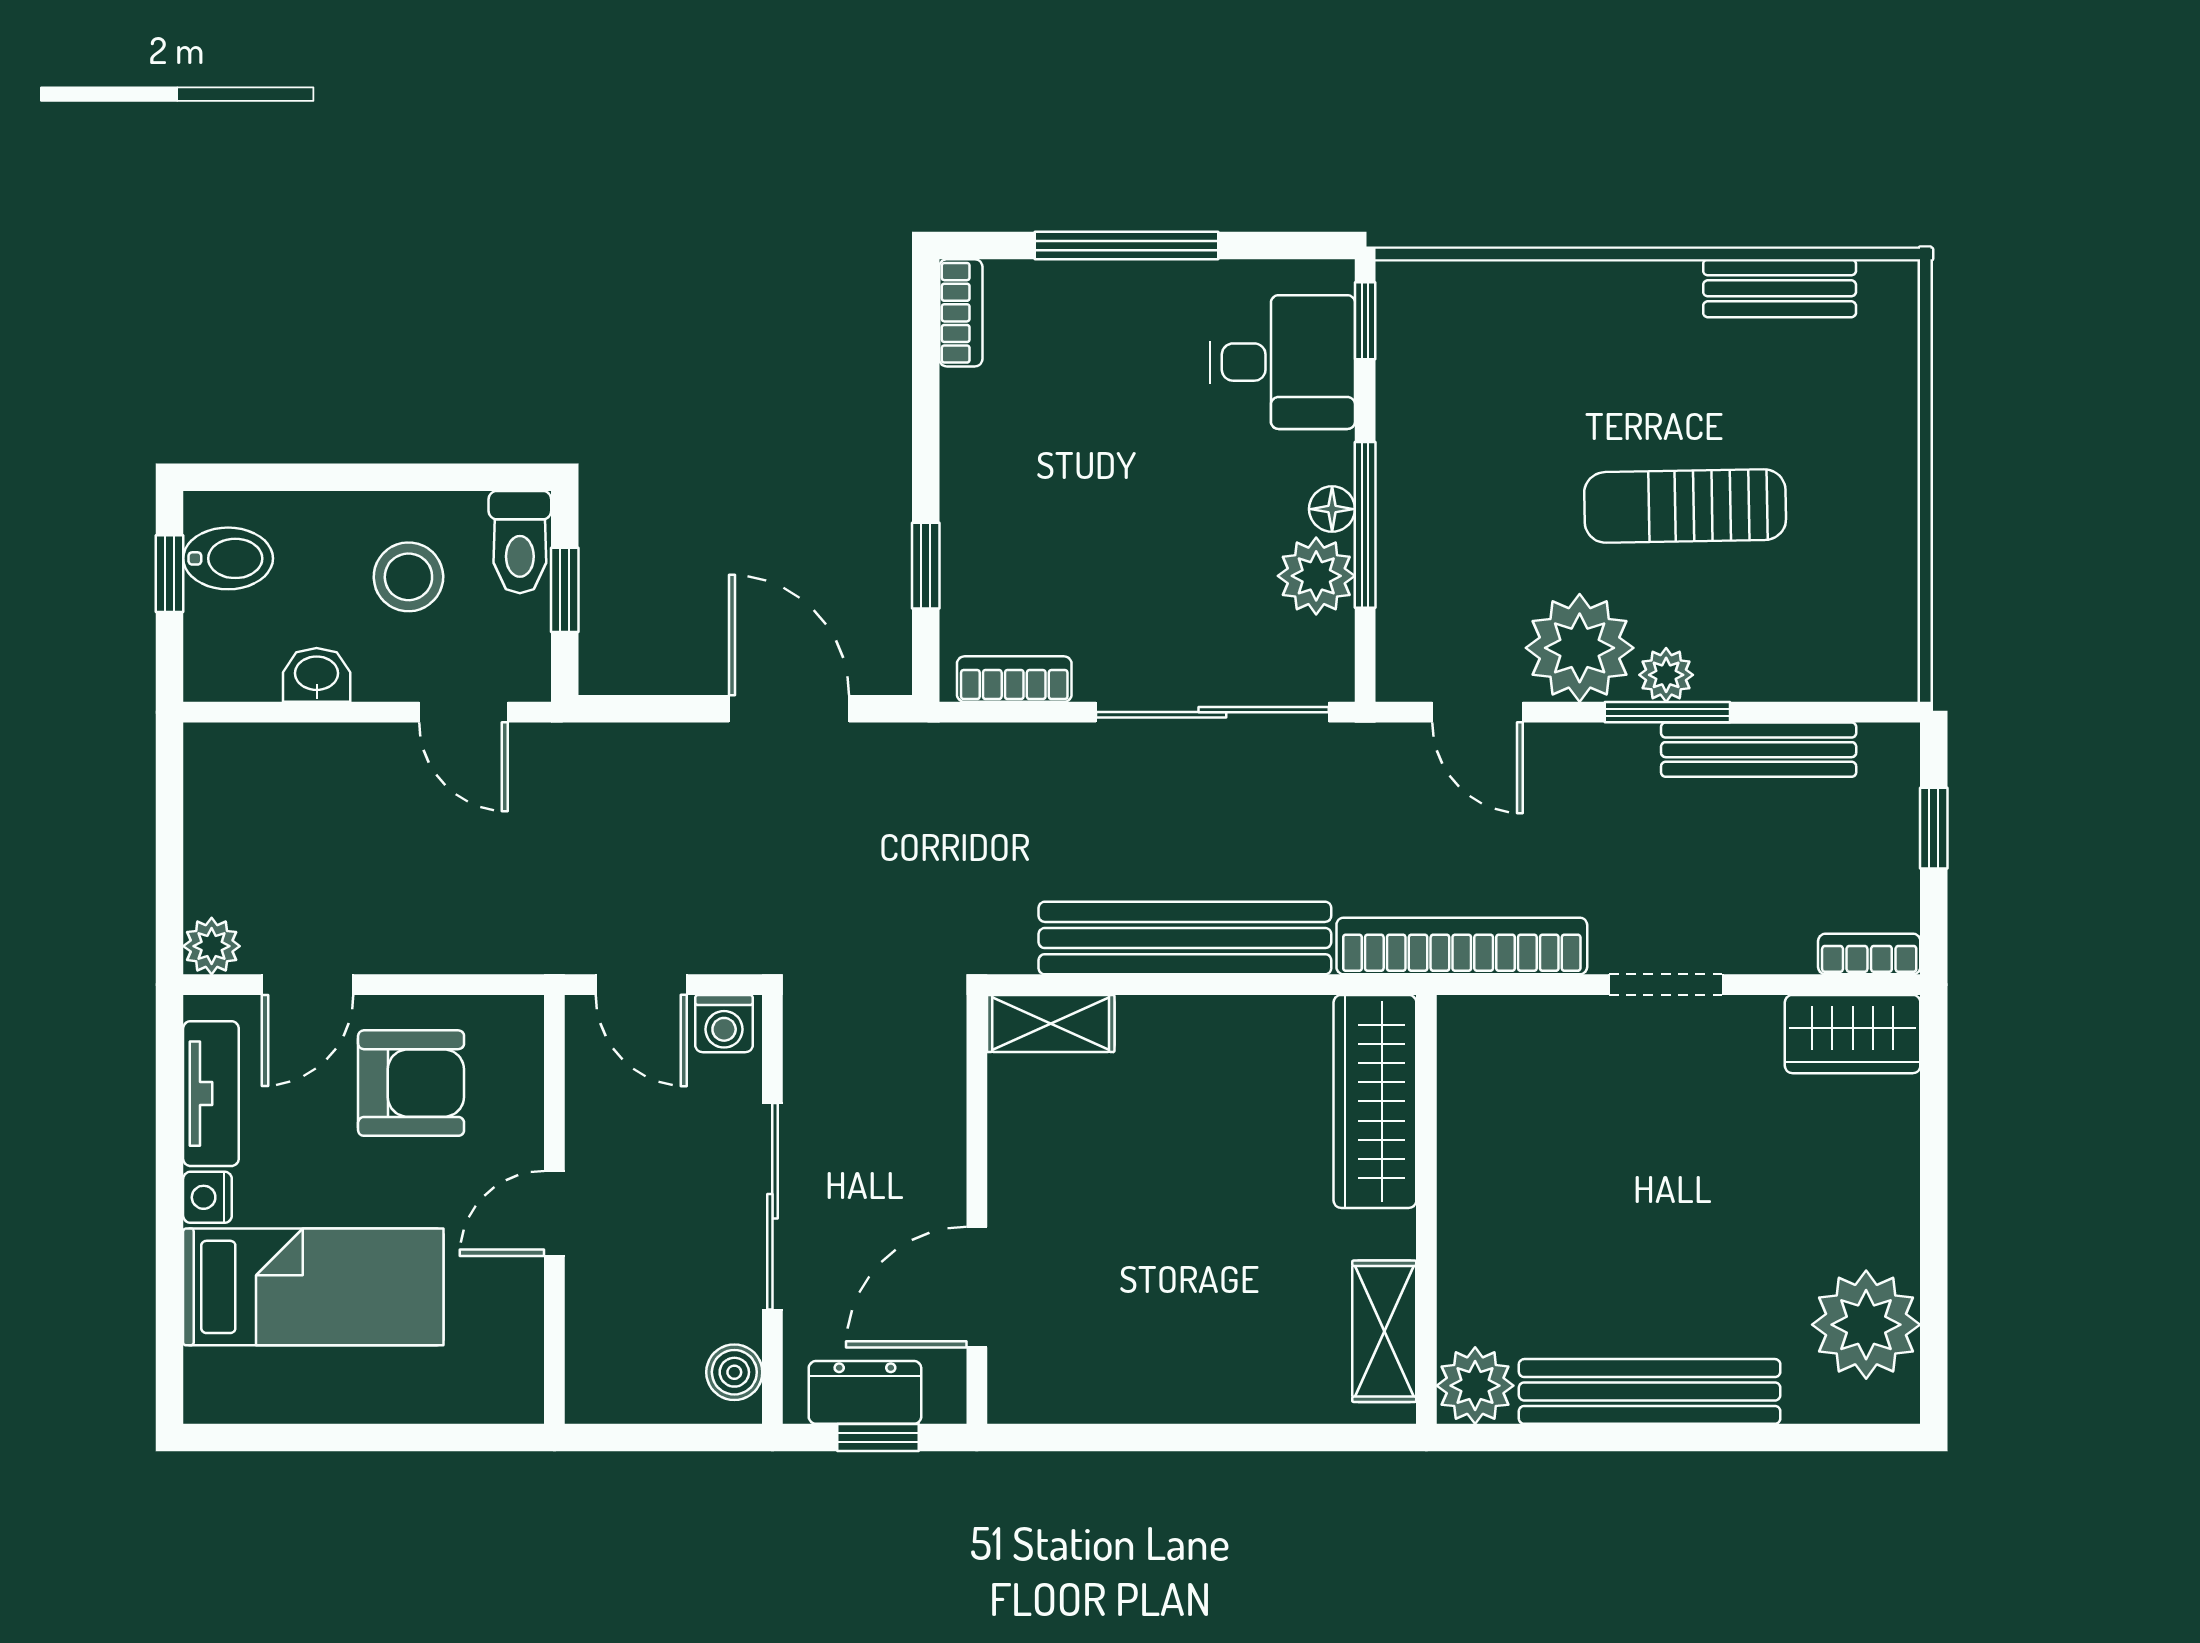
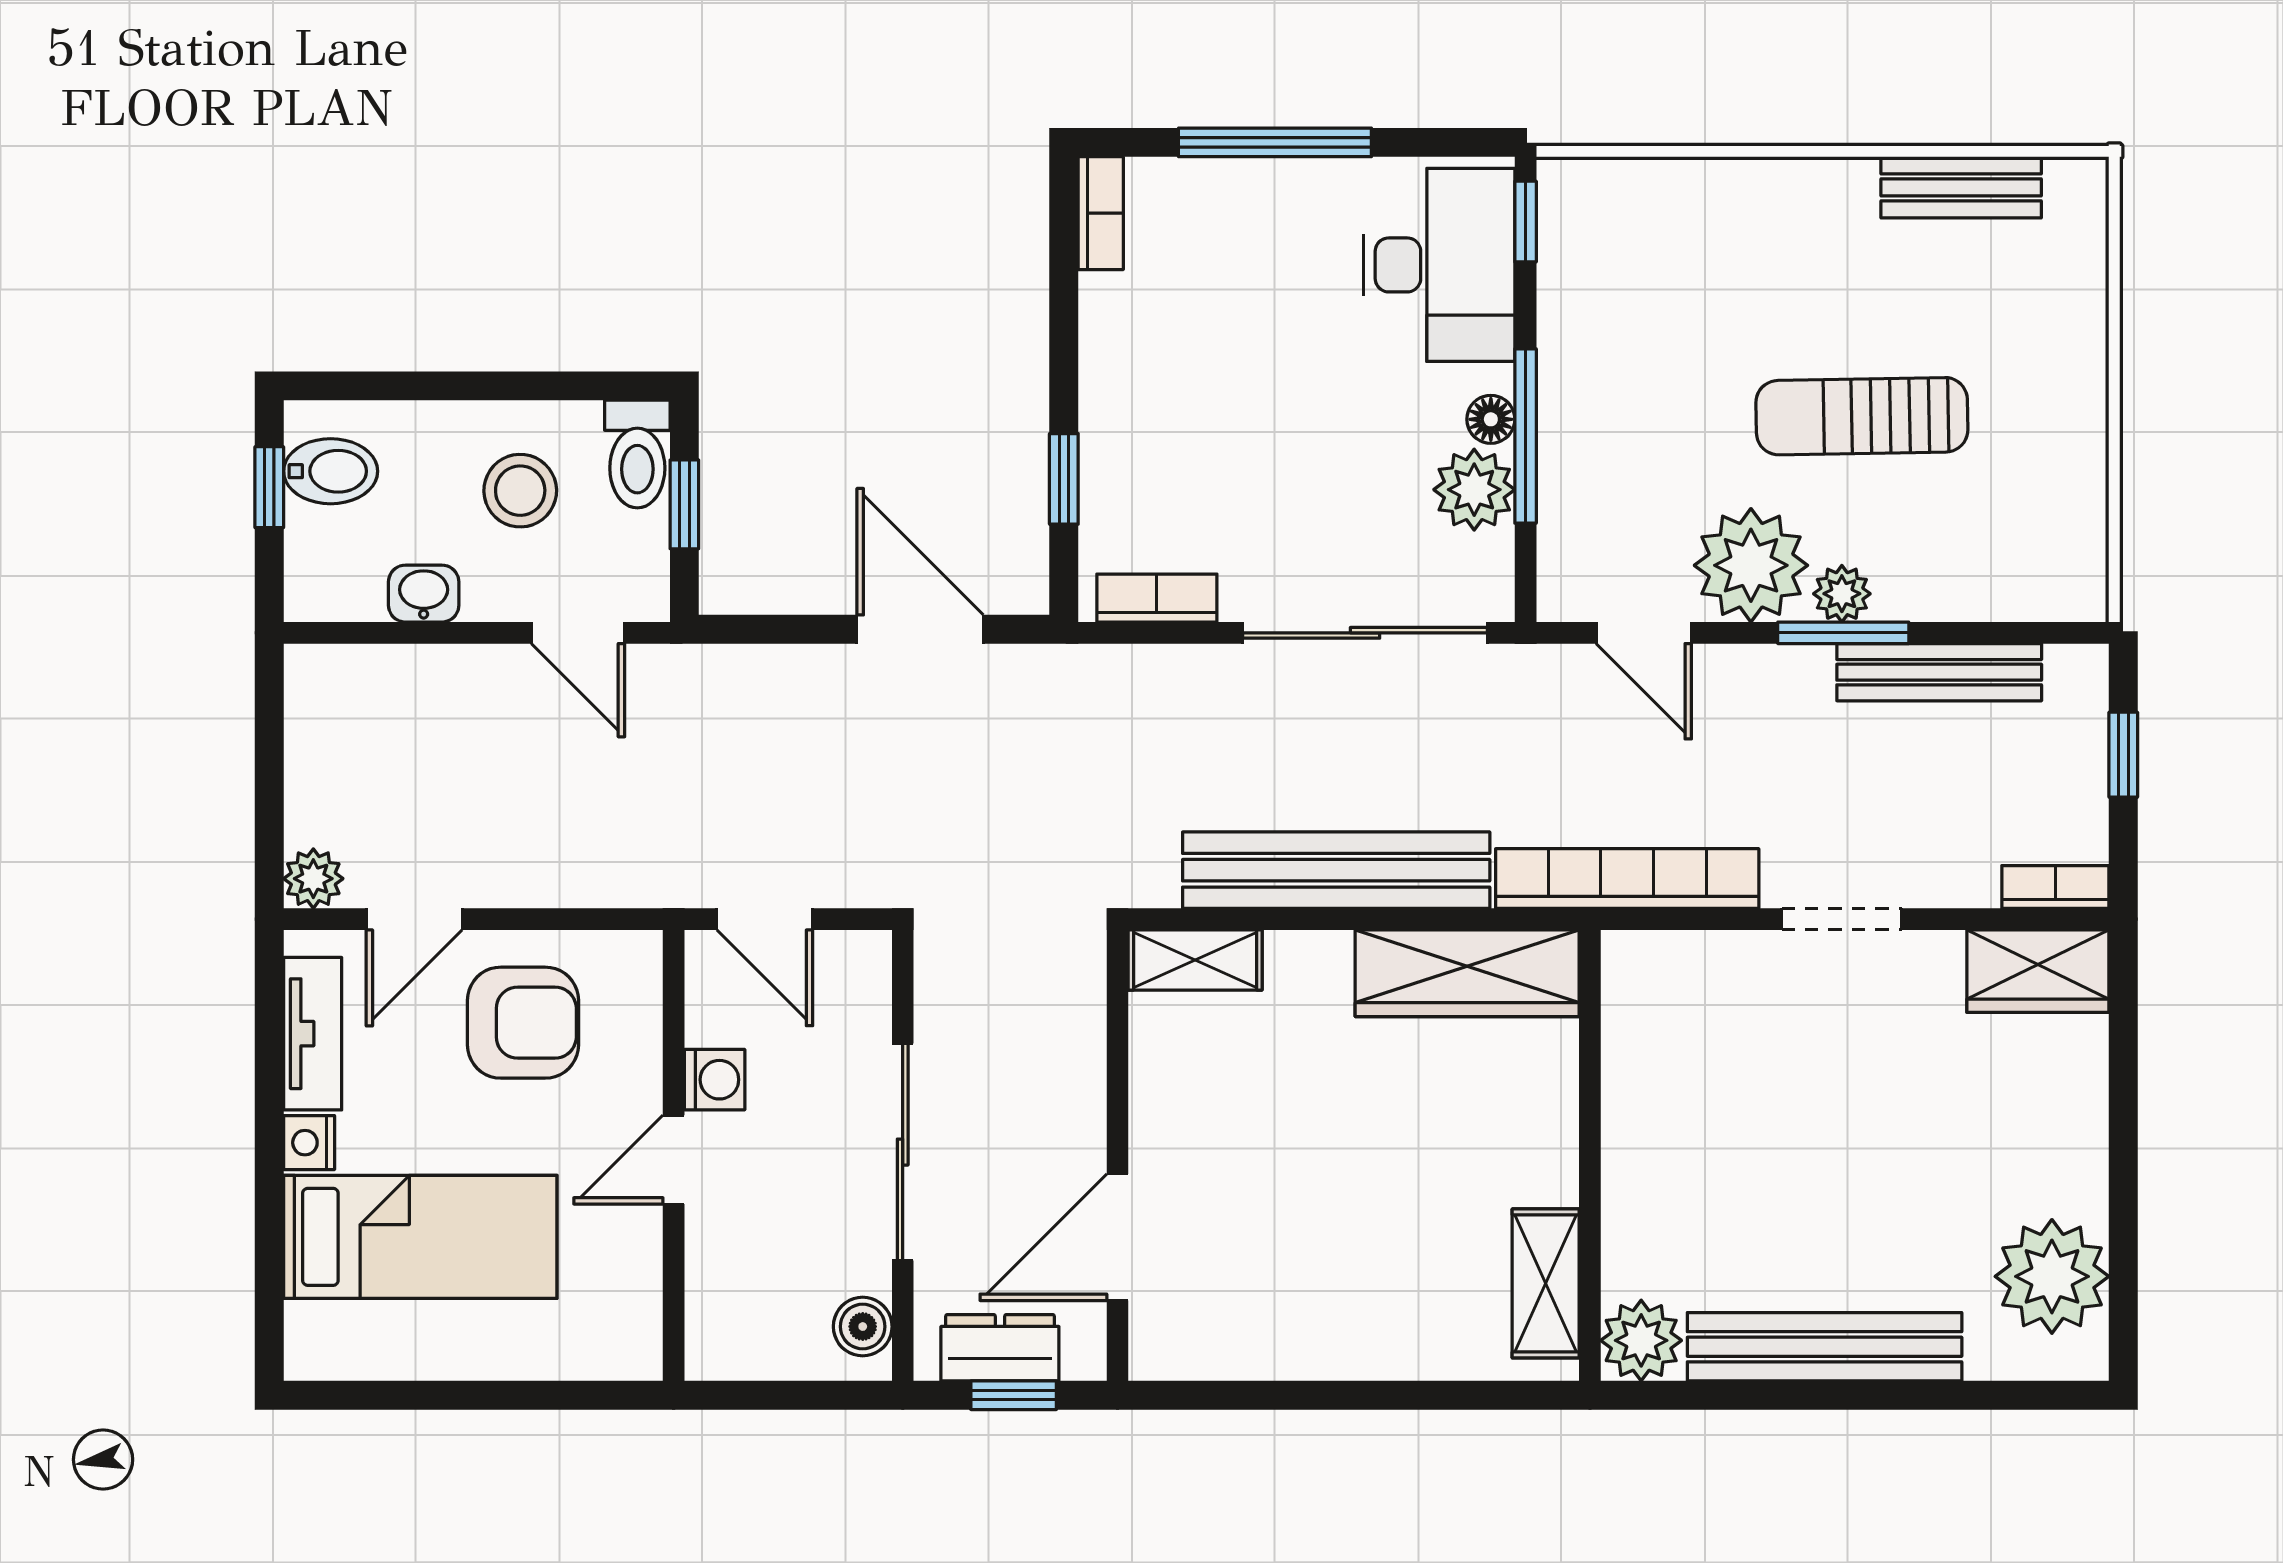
desk: (1283, 362) -> (1439, 265), width x1.37
washing machine: (724, 1024) -> (715, 1080), moved, turned -90
wardrobe: (1375, 1101) -> (1467, 973), moved, turned -90

